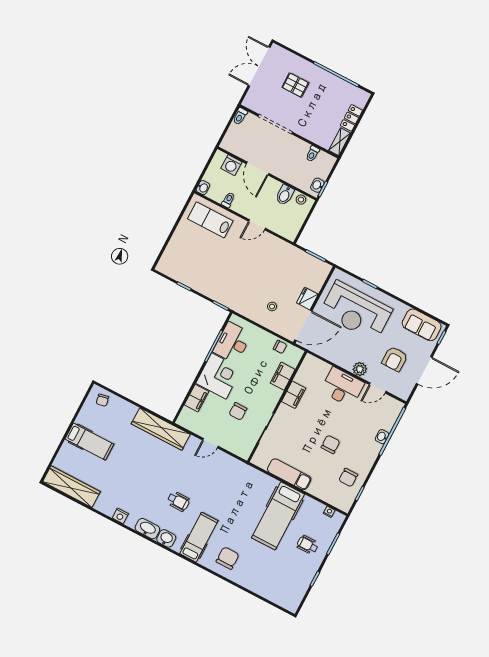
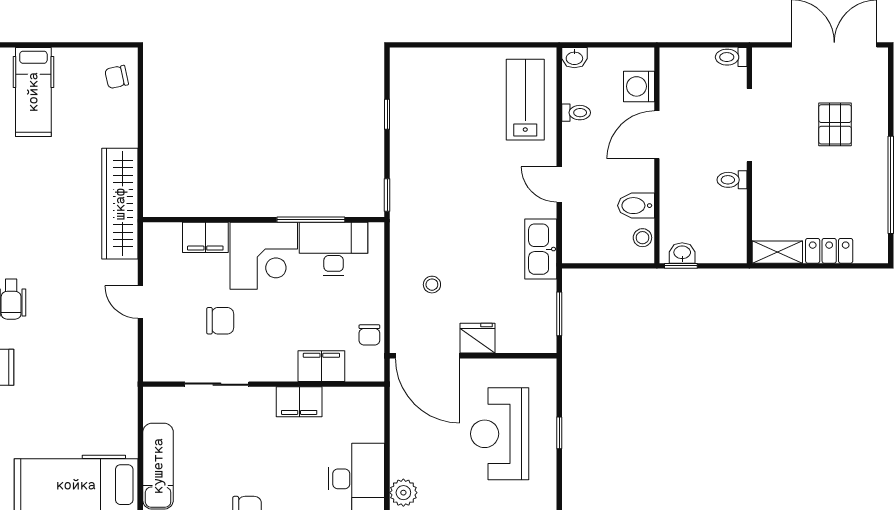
toilet: (312, 154) -> (732, 180), moved
kitchen sink: (282, 249) -> (541, 249), added
reception desk: (356, 311) -> (500, 434), width x0.74, depth x0.77
chair: (238, 411) -> (220, 321), turned 180

